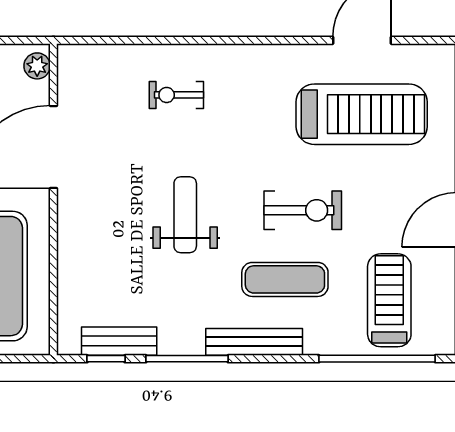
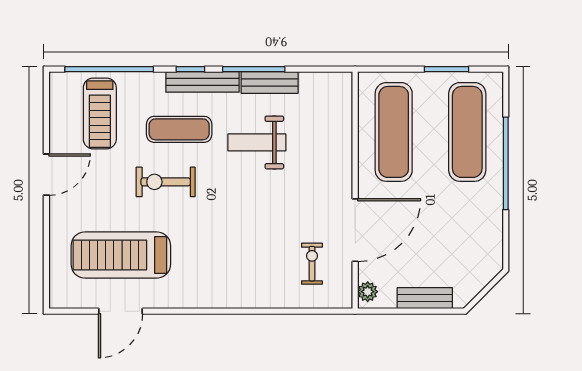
exercise bike: (176, 95) -> (312, 264), moved, turned -90
weight bench: (185, 215) -> (257, 142), moved, turned 90
bench: (119, 341) -> (270, 82), moved
window: (106, 359) -> (190, 69), moved

